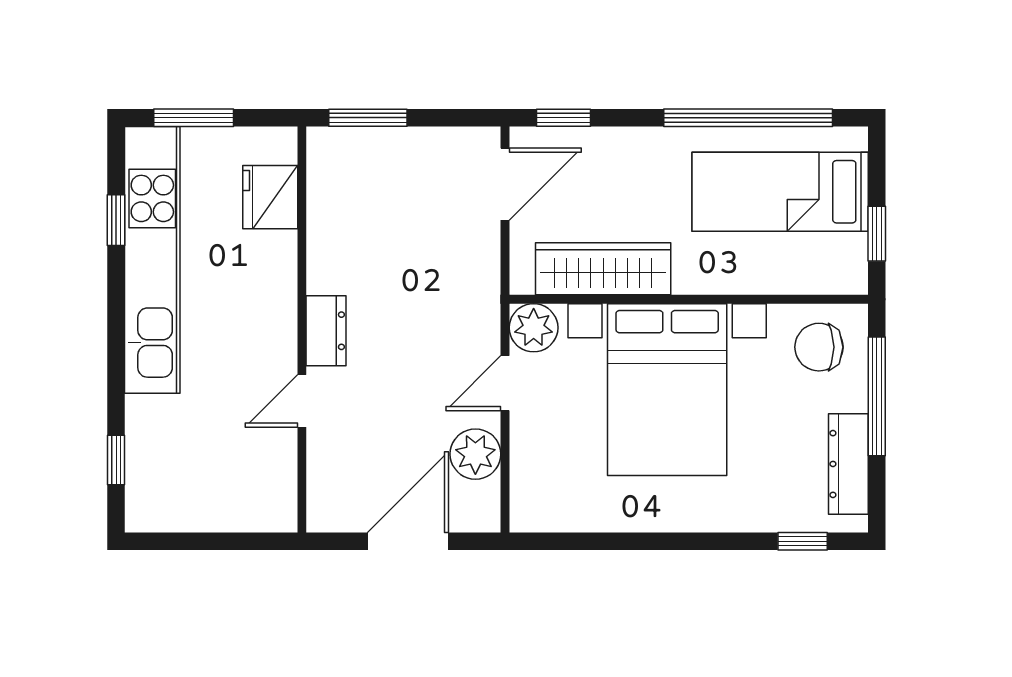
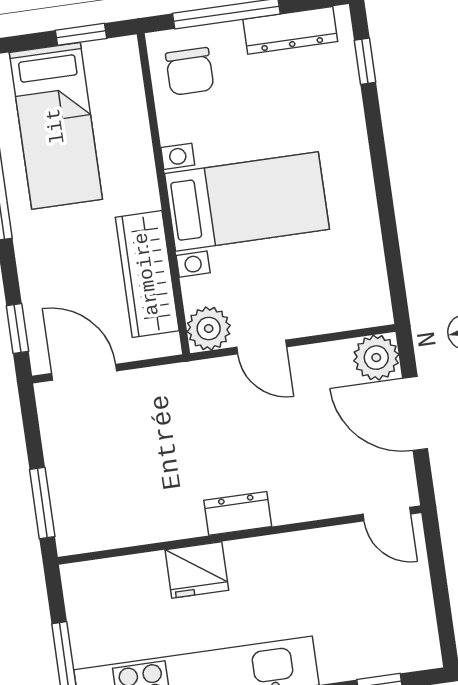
fridge: (270, 197) -> (197, 570), moved
bed with nightstands: (667, 390) -> (247, 201), width x0.73
door: (302, 401) -> (387, 514), moved
plant: (475, 454) -> (376, 358), moved

